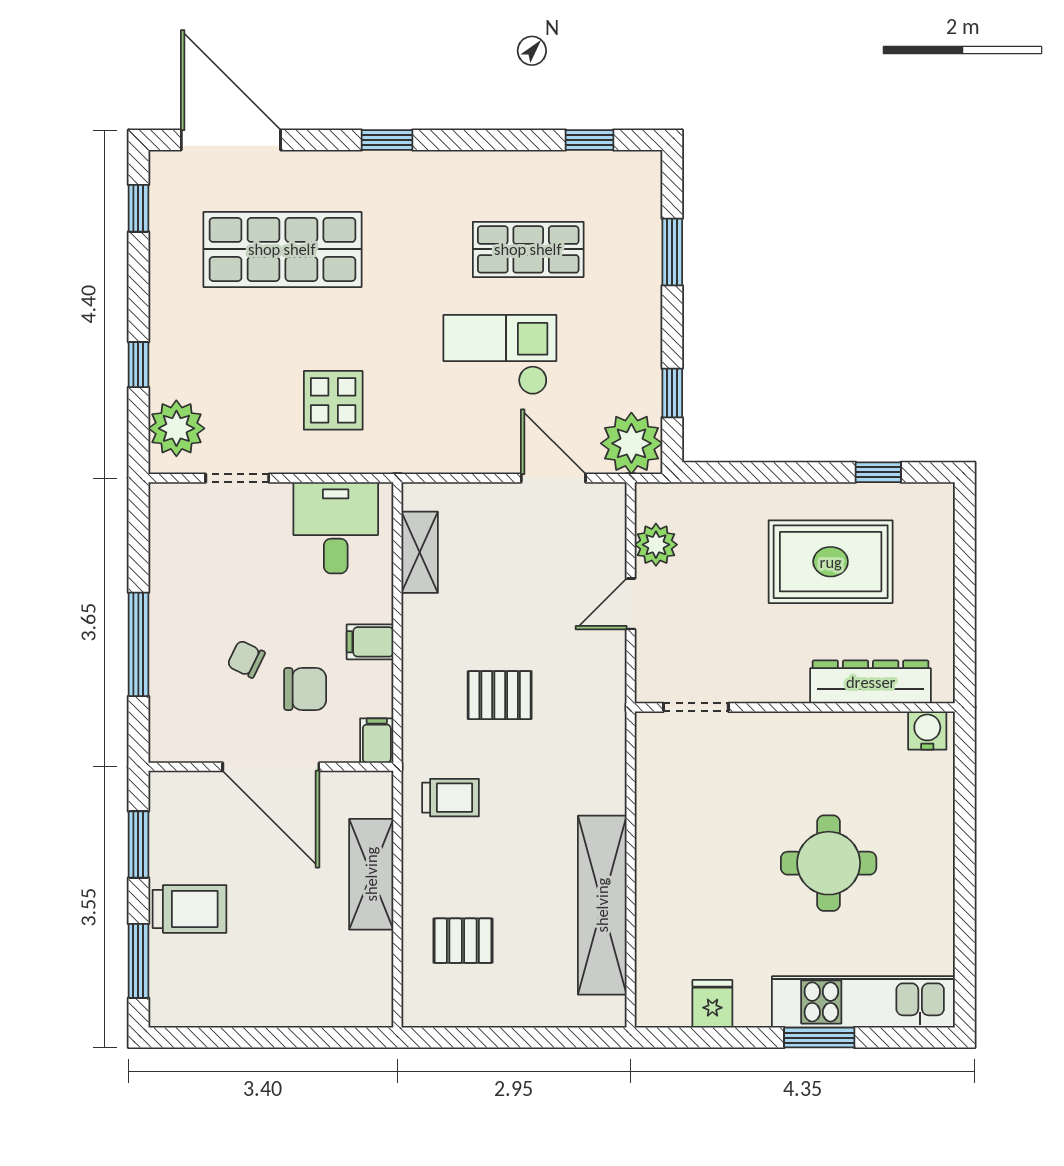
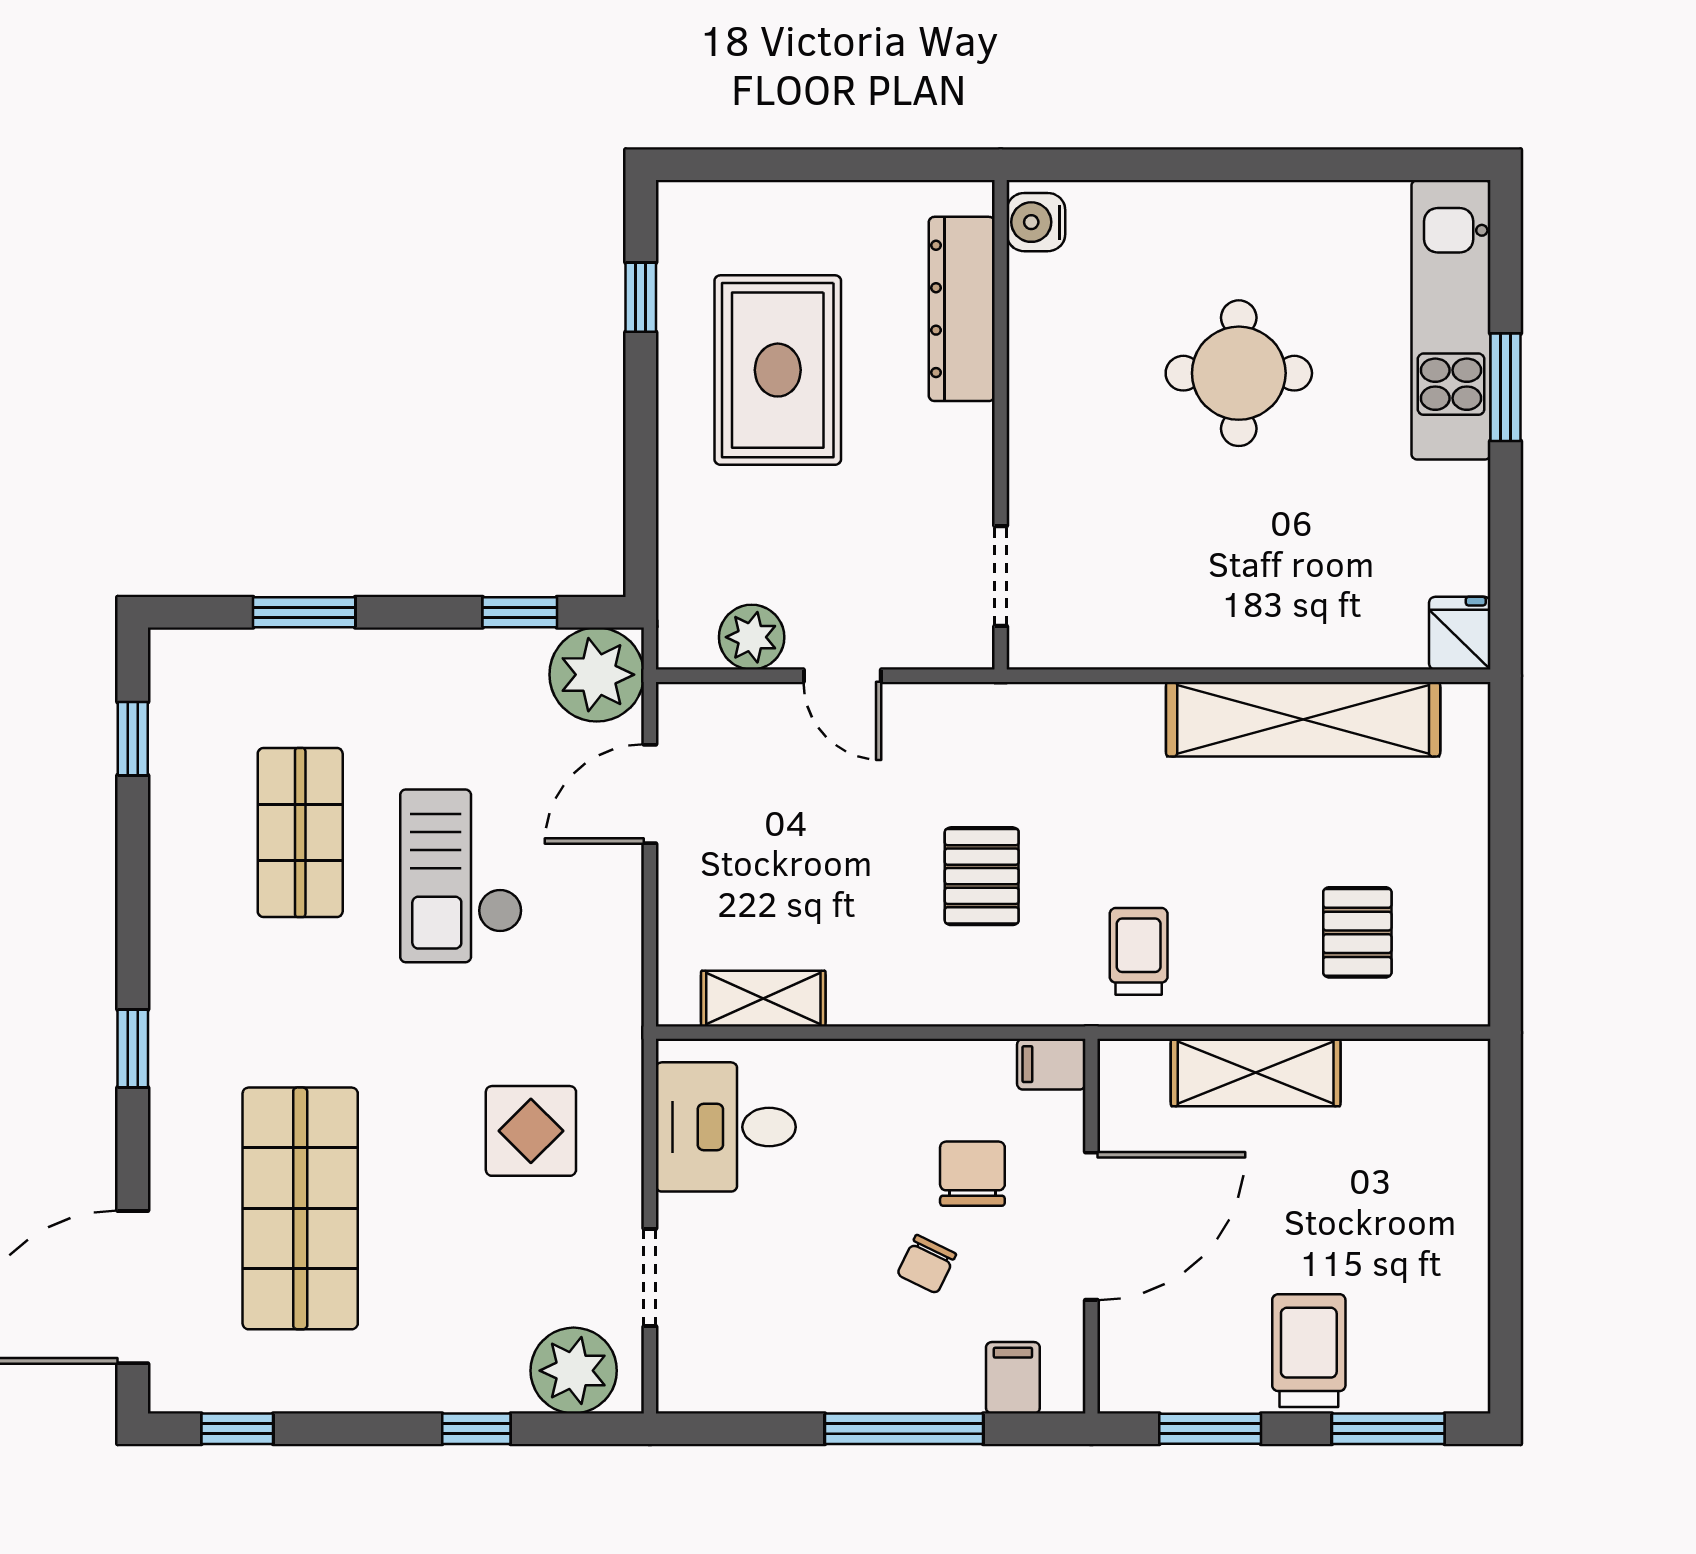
filing cabinet: (370, 642) -> (1013, 1378), moved, turned 180
fridge: (712, 1004) -> (1460, 633), moved, turned 90

